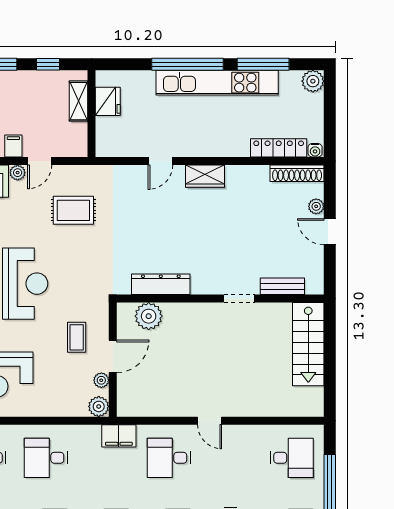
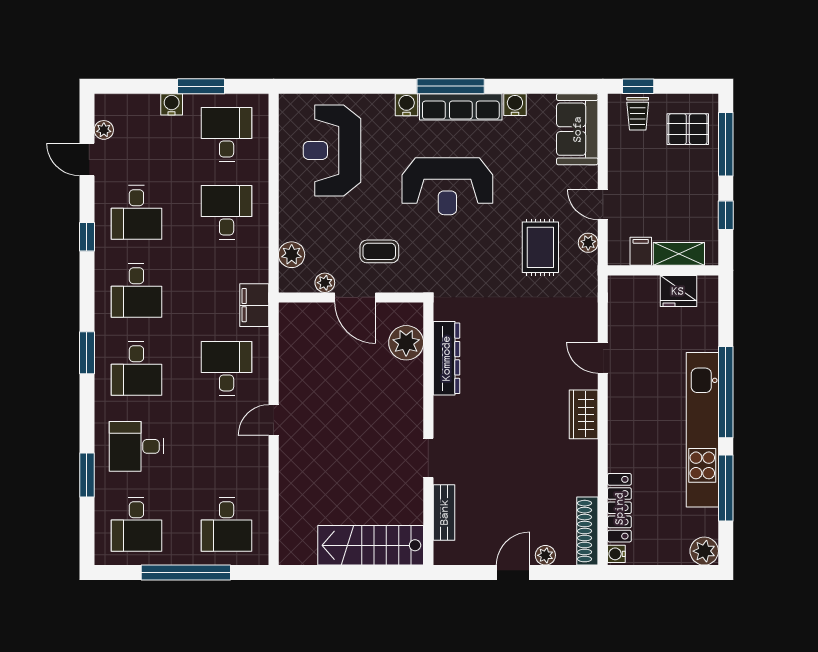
filing cabinet: (13, 146) -> (641, 251), moved, turned -90
plant: (18, 173) -> (588, 243), moved
plant: (99, 406) -> (292, 255), moved

